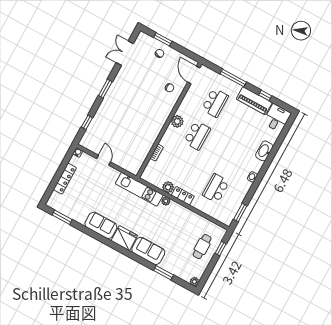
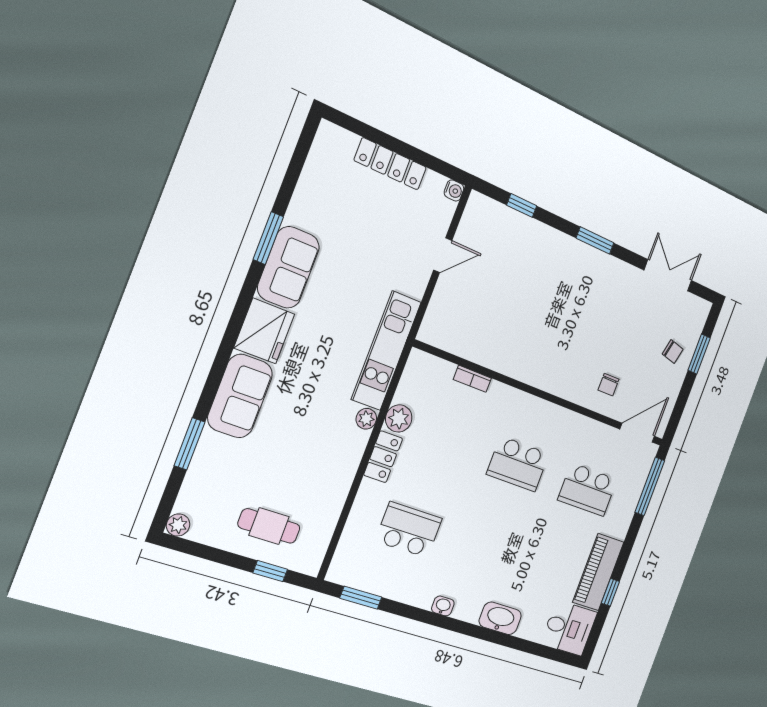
window: (233, 78) -> (650, 486), moved
plant: (177, 121) -> (543, 414), removed
window: (62, 217) -> (268, 238), moved

